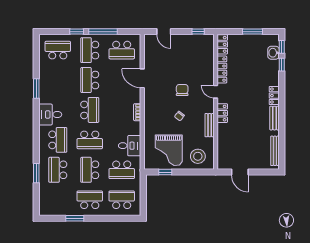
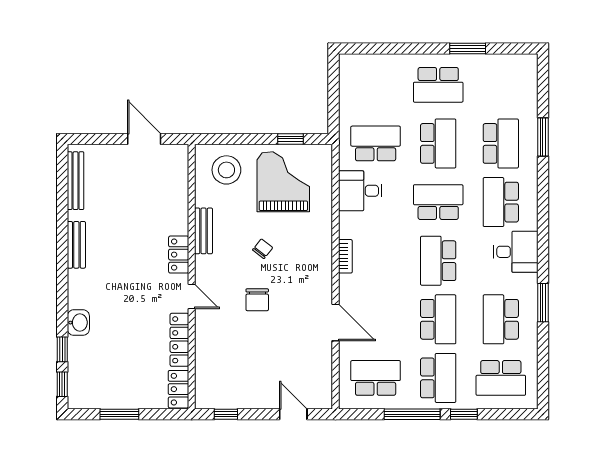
washbasin: (273, 53) -> (78, 323), moved
locker: (274, 96) -> (77, 289), removed
school desk: (122, 200) -> (501, 319), moved, turned 90

